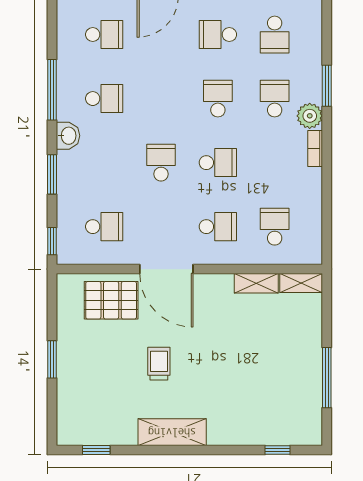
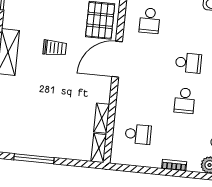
bookcase: (315, 148) -> (174, 165), moved
school desk: (218, 227) -> (142, 96), removed

